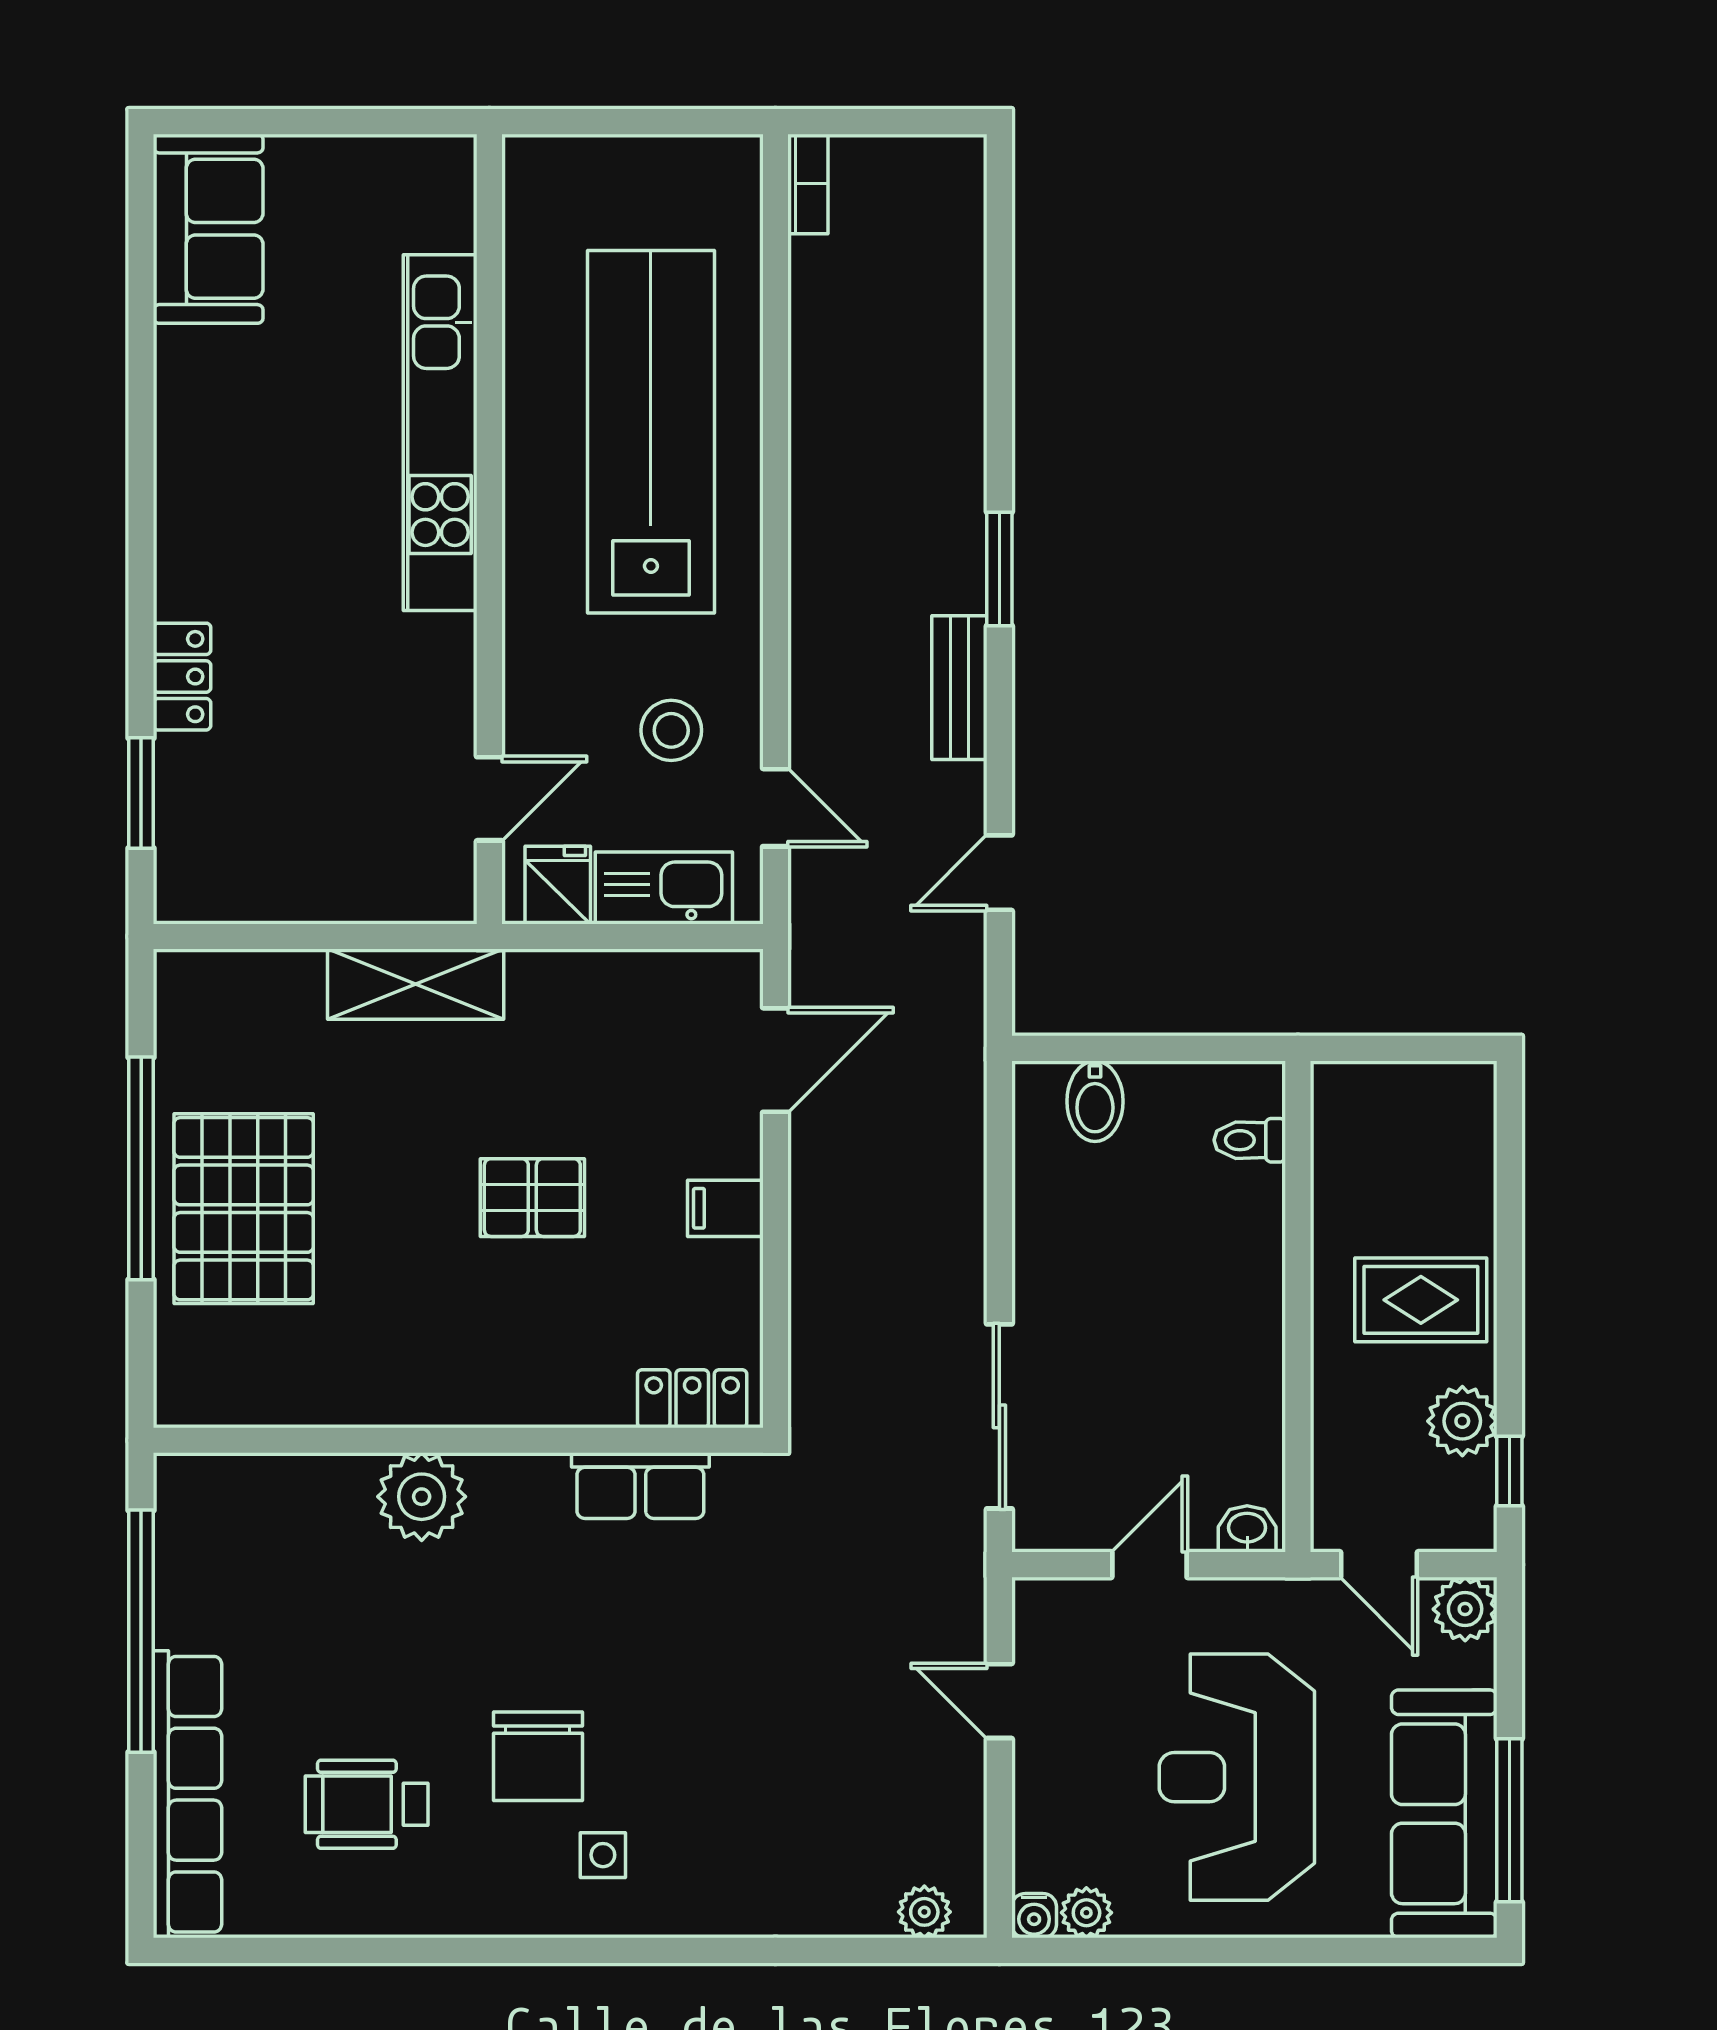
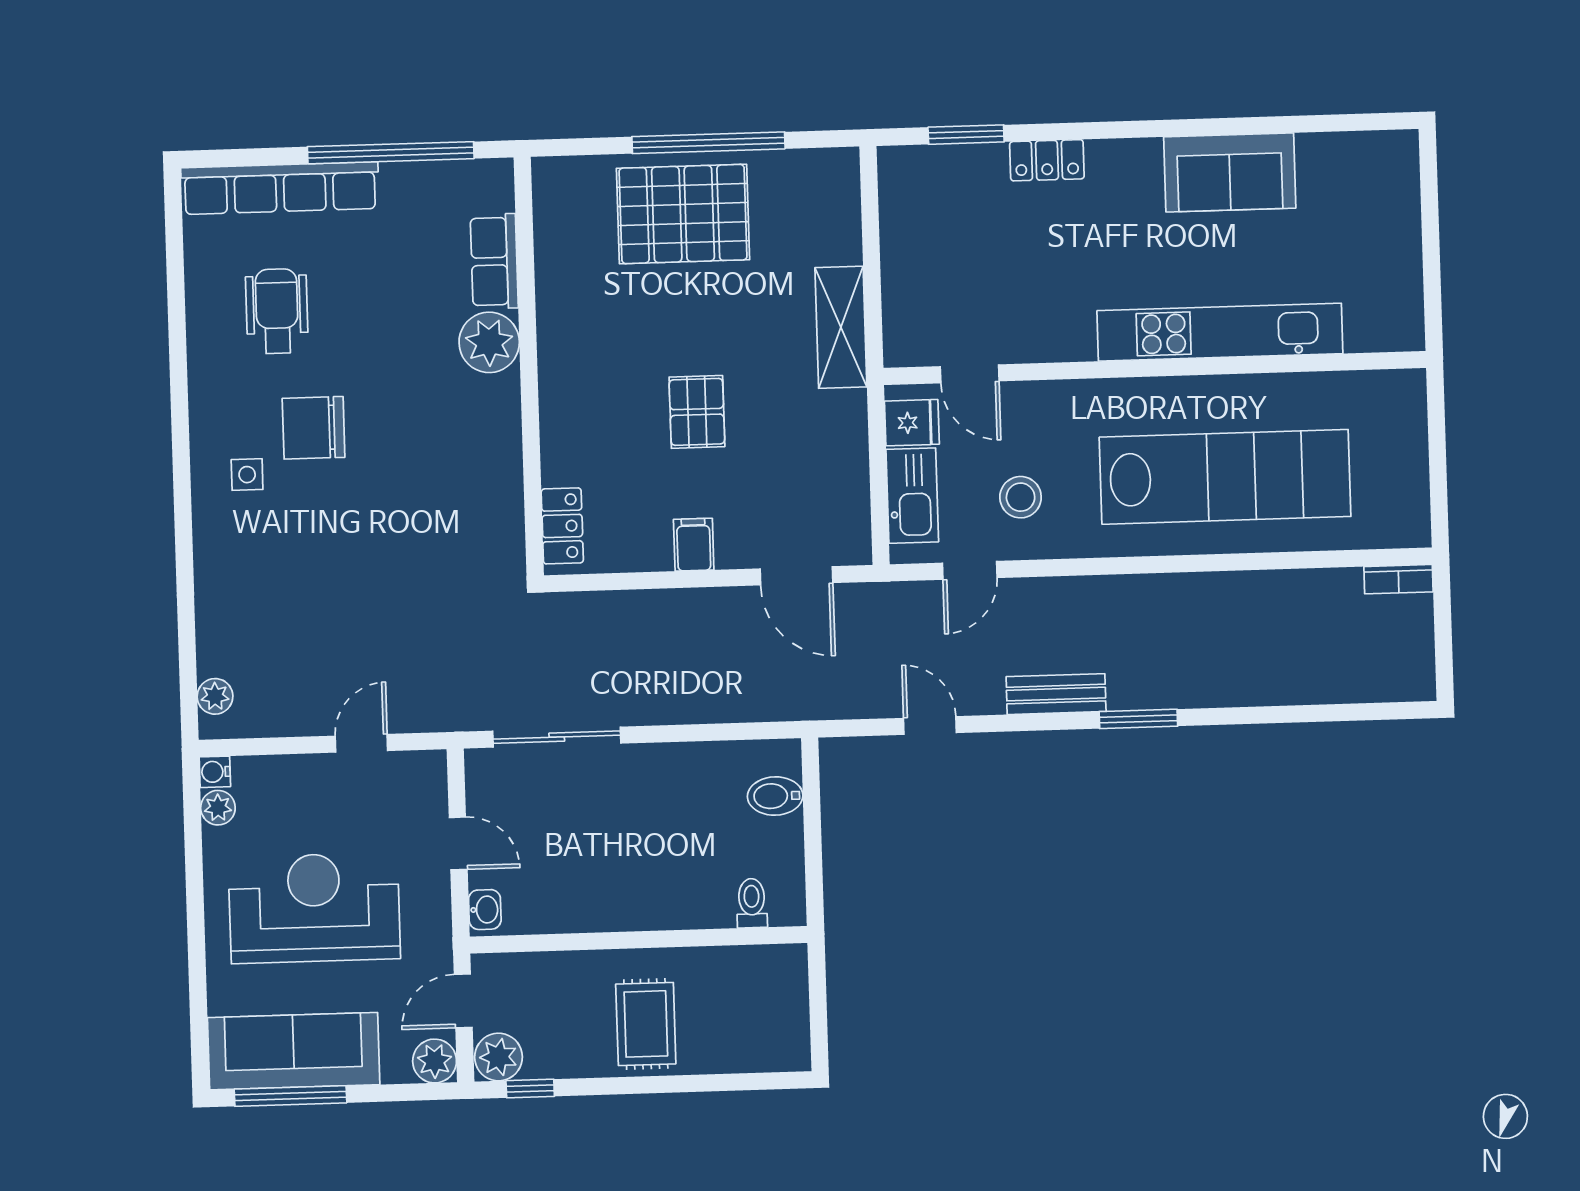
sofa: (208, 229) -> (1230, 172), moved
plant: (1462, 1421) -> (498, 1057), moved
row of seats: (640, 1486) -> (494, 261), moved

